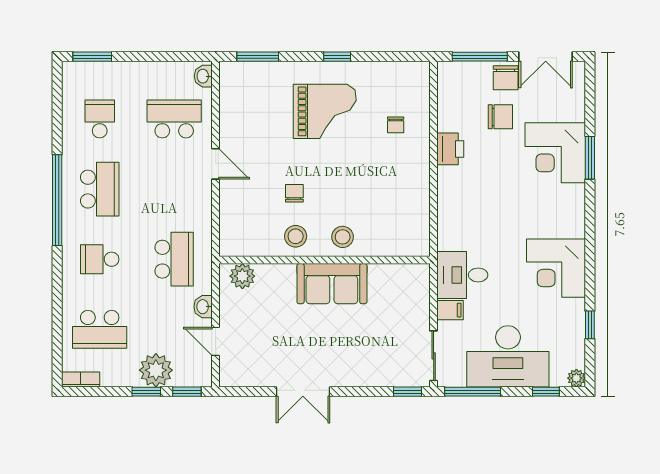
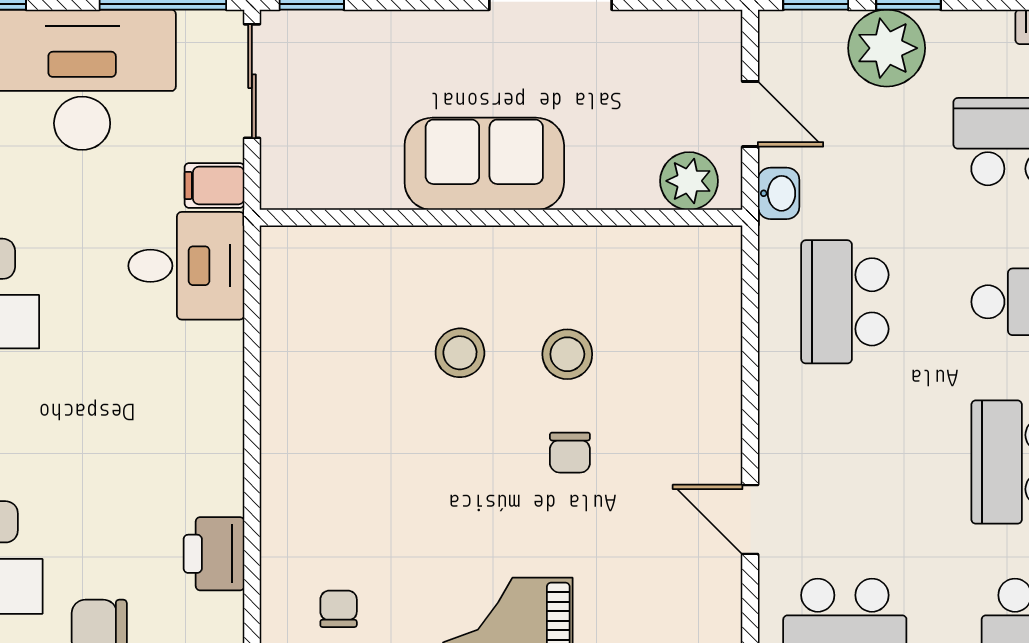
wall: (325, 260) -> (501, 218), moved
plant: (242, 276) -> (689, 181), moved
sofa: (332, 284) -> (484, 164), moved

